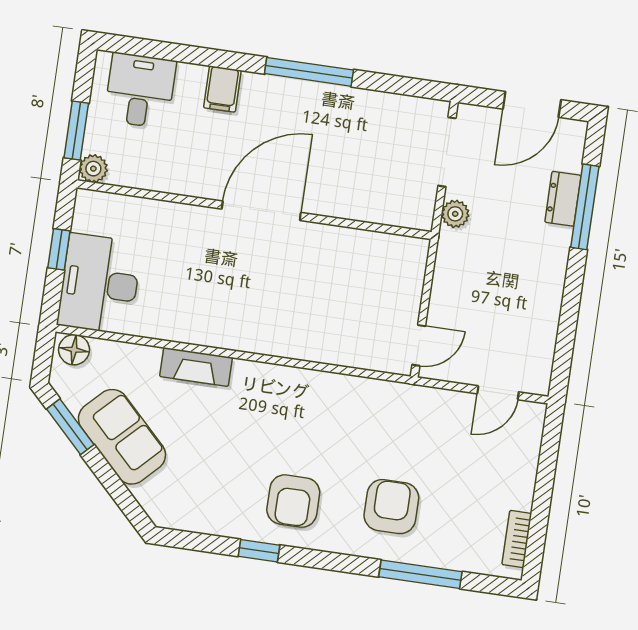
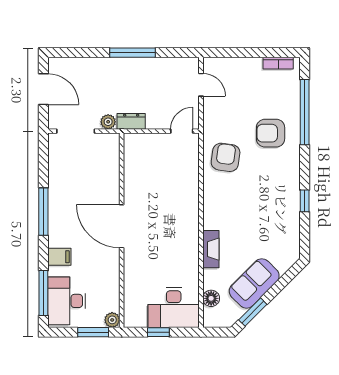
window: (161, 50) -> (43, 293), added
desk: (140, 91) -> (67, 301), width x1.37
dresser: (563, 199) -> (131, 121), moved, turned 180
window: (585, 207) -> (133, 53), moved
door: (419, 345) -> (182, 131), hinge flipped
floor lamp: (74, 350) -> (211, 298), moved
armchair: (293, 501) -> (226, 157), moved, turned -82
window: (420, 574) -> (305, 112), width x1.46

